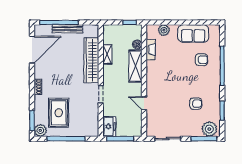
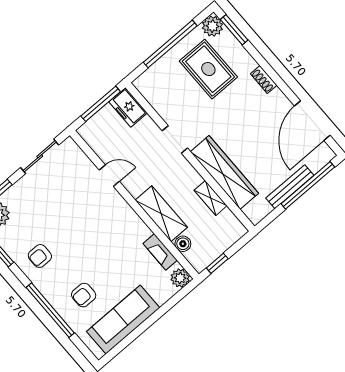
plant: (164, 30) -> (180, 278), moved
sofa: (193, 33) -> (123, 320), width x1.36
armchair: (196, 104) -> (40, 256), moved

